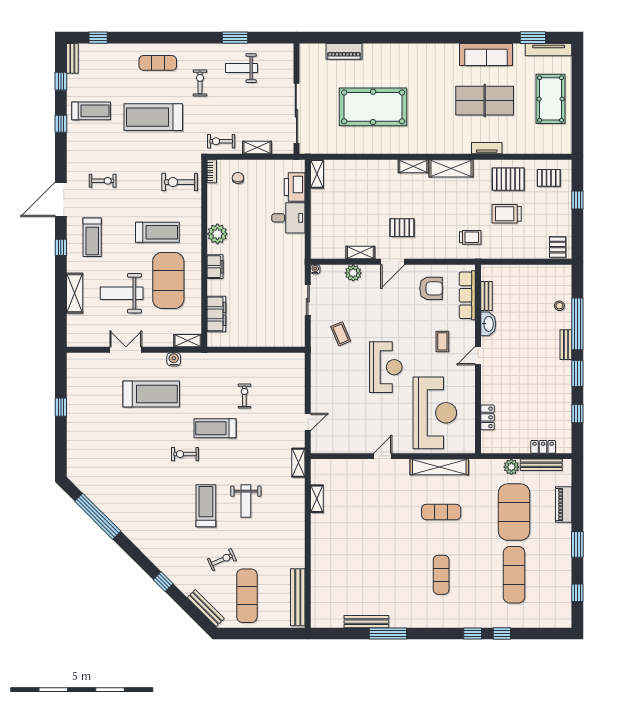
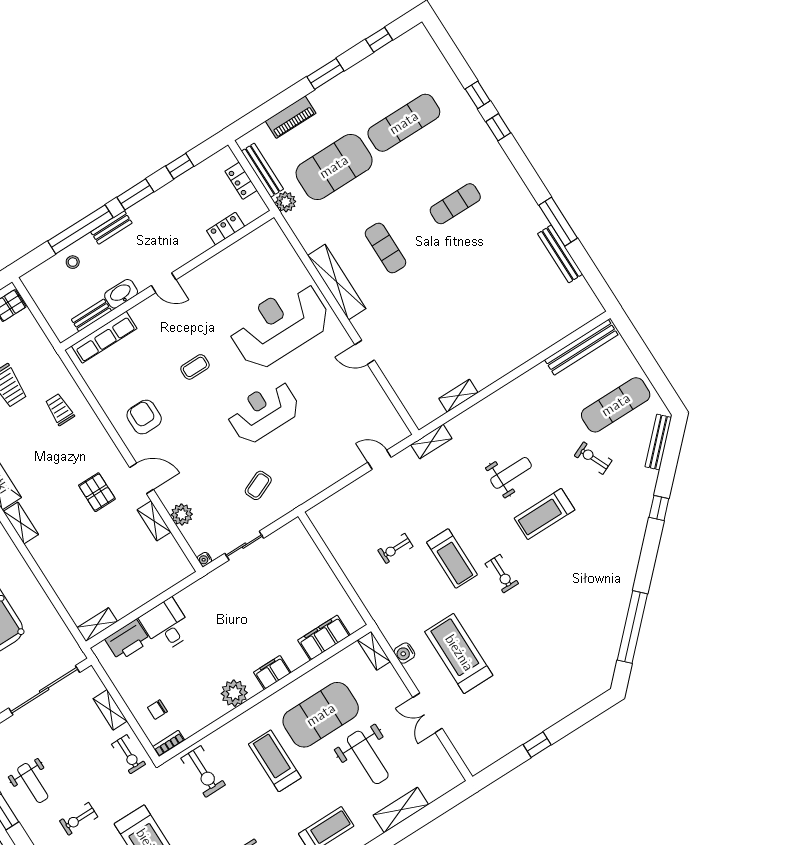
row of seats: (467, 295) -> (104, 337), moved
bench: (486, 296) -> (91, 315), moved
washbasin: (488, 324) -> (121, 294), moved
door: (478, 356) -> (164, 283), moved
wall: (478, 359) -> (167, 280), moved
locker: (487, 417) -> (226, 229), moved

